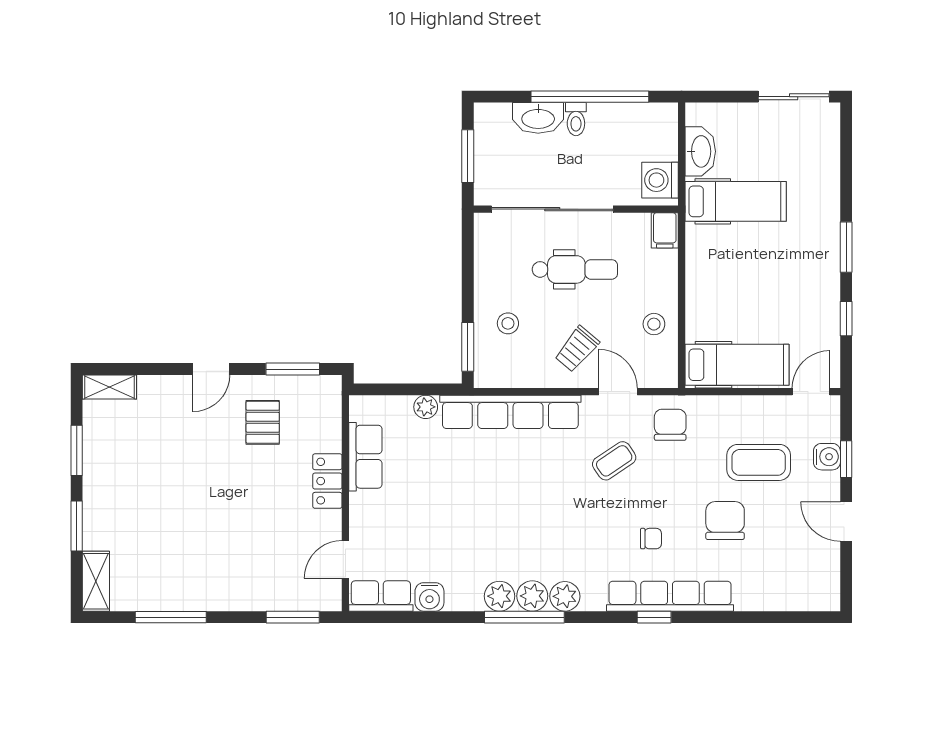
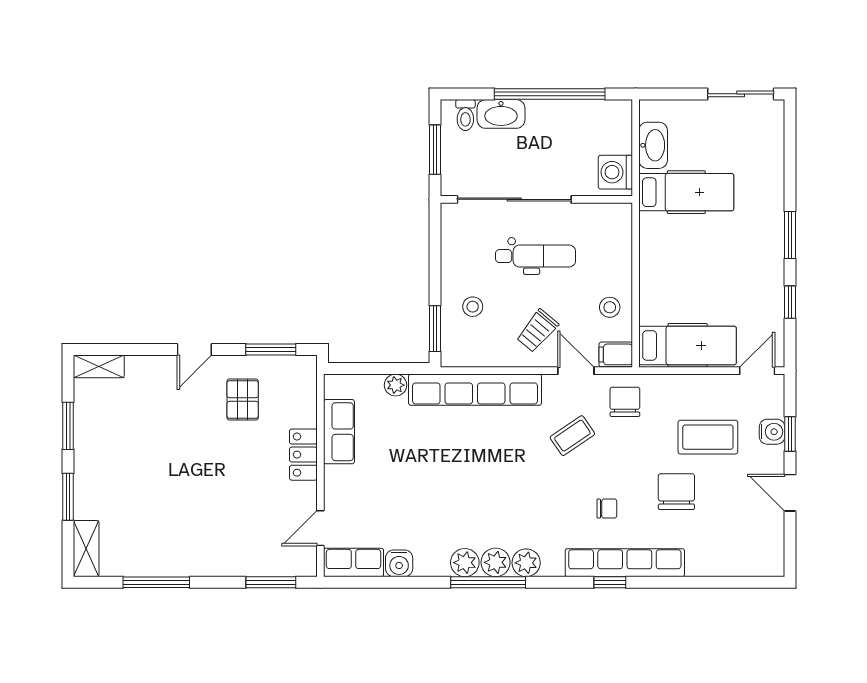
toilet: (576, 119) -> (465, 115), moved
filing cabinet: (665, 230) -> (616, 354), moved, turned 90

